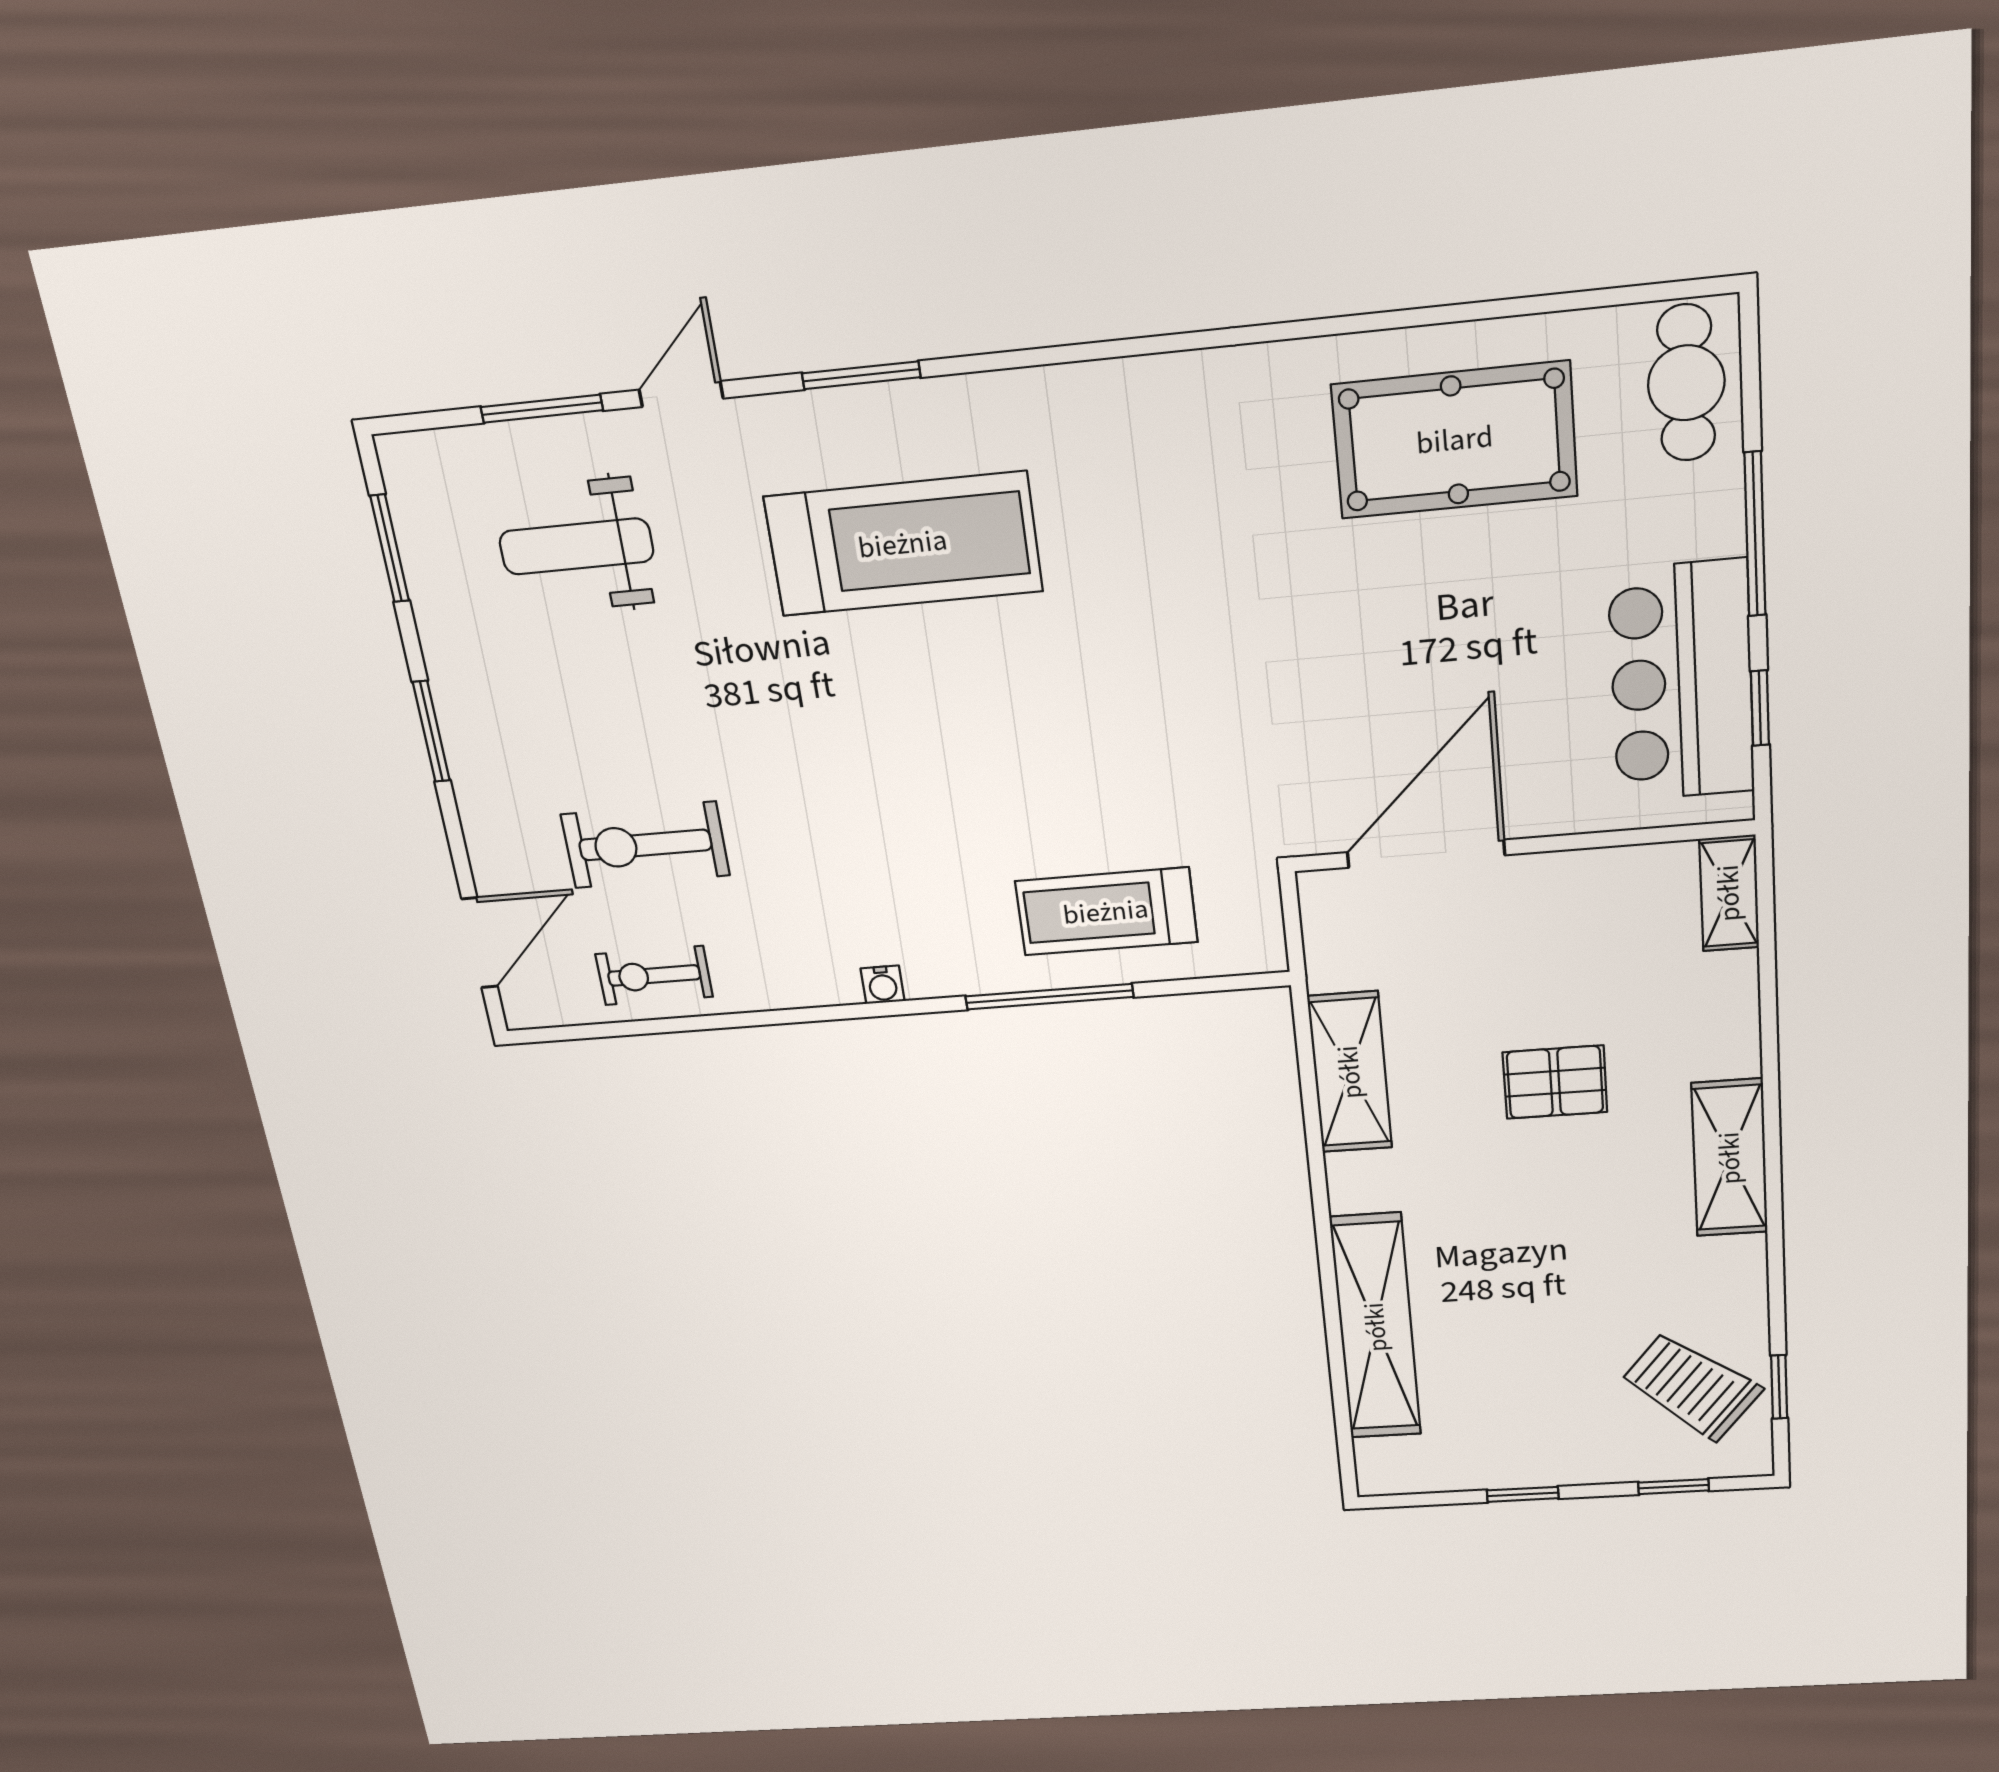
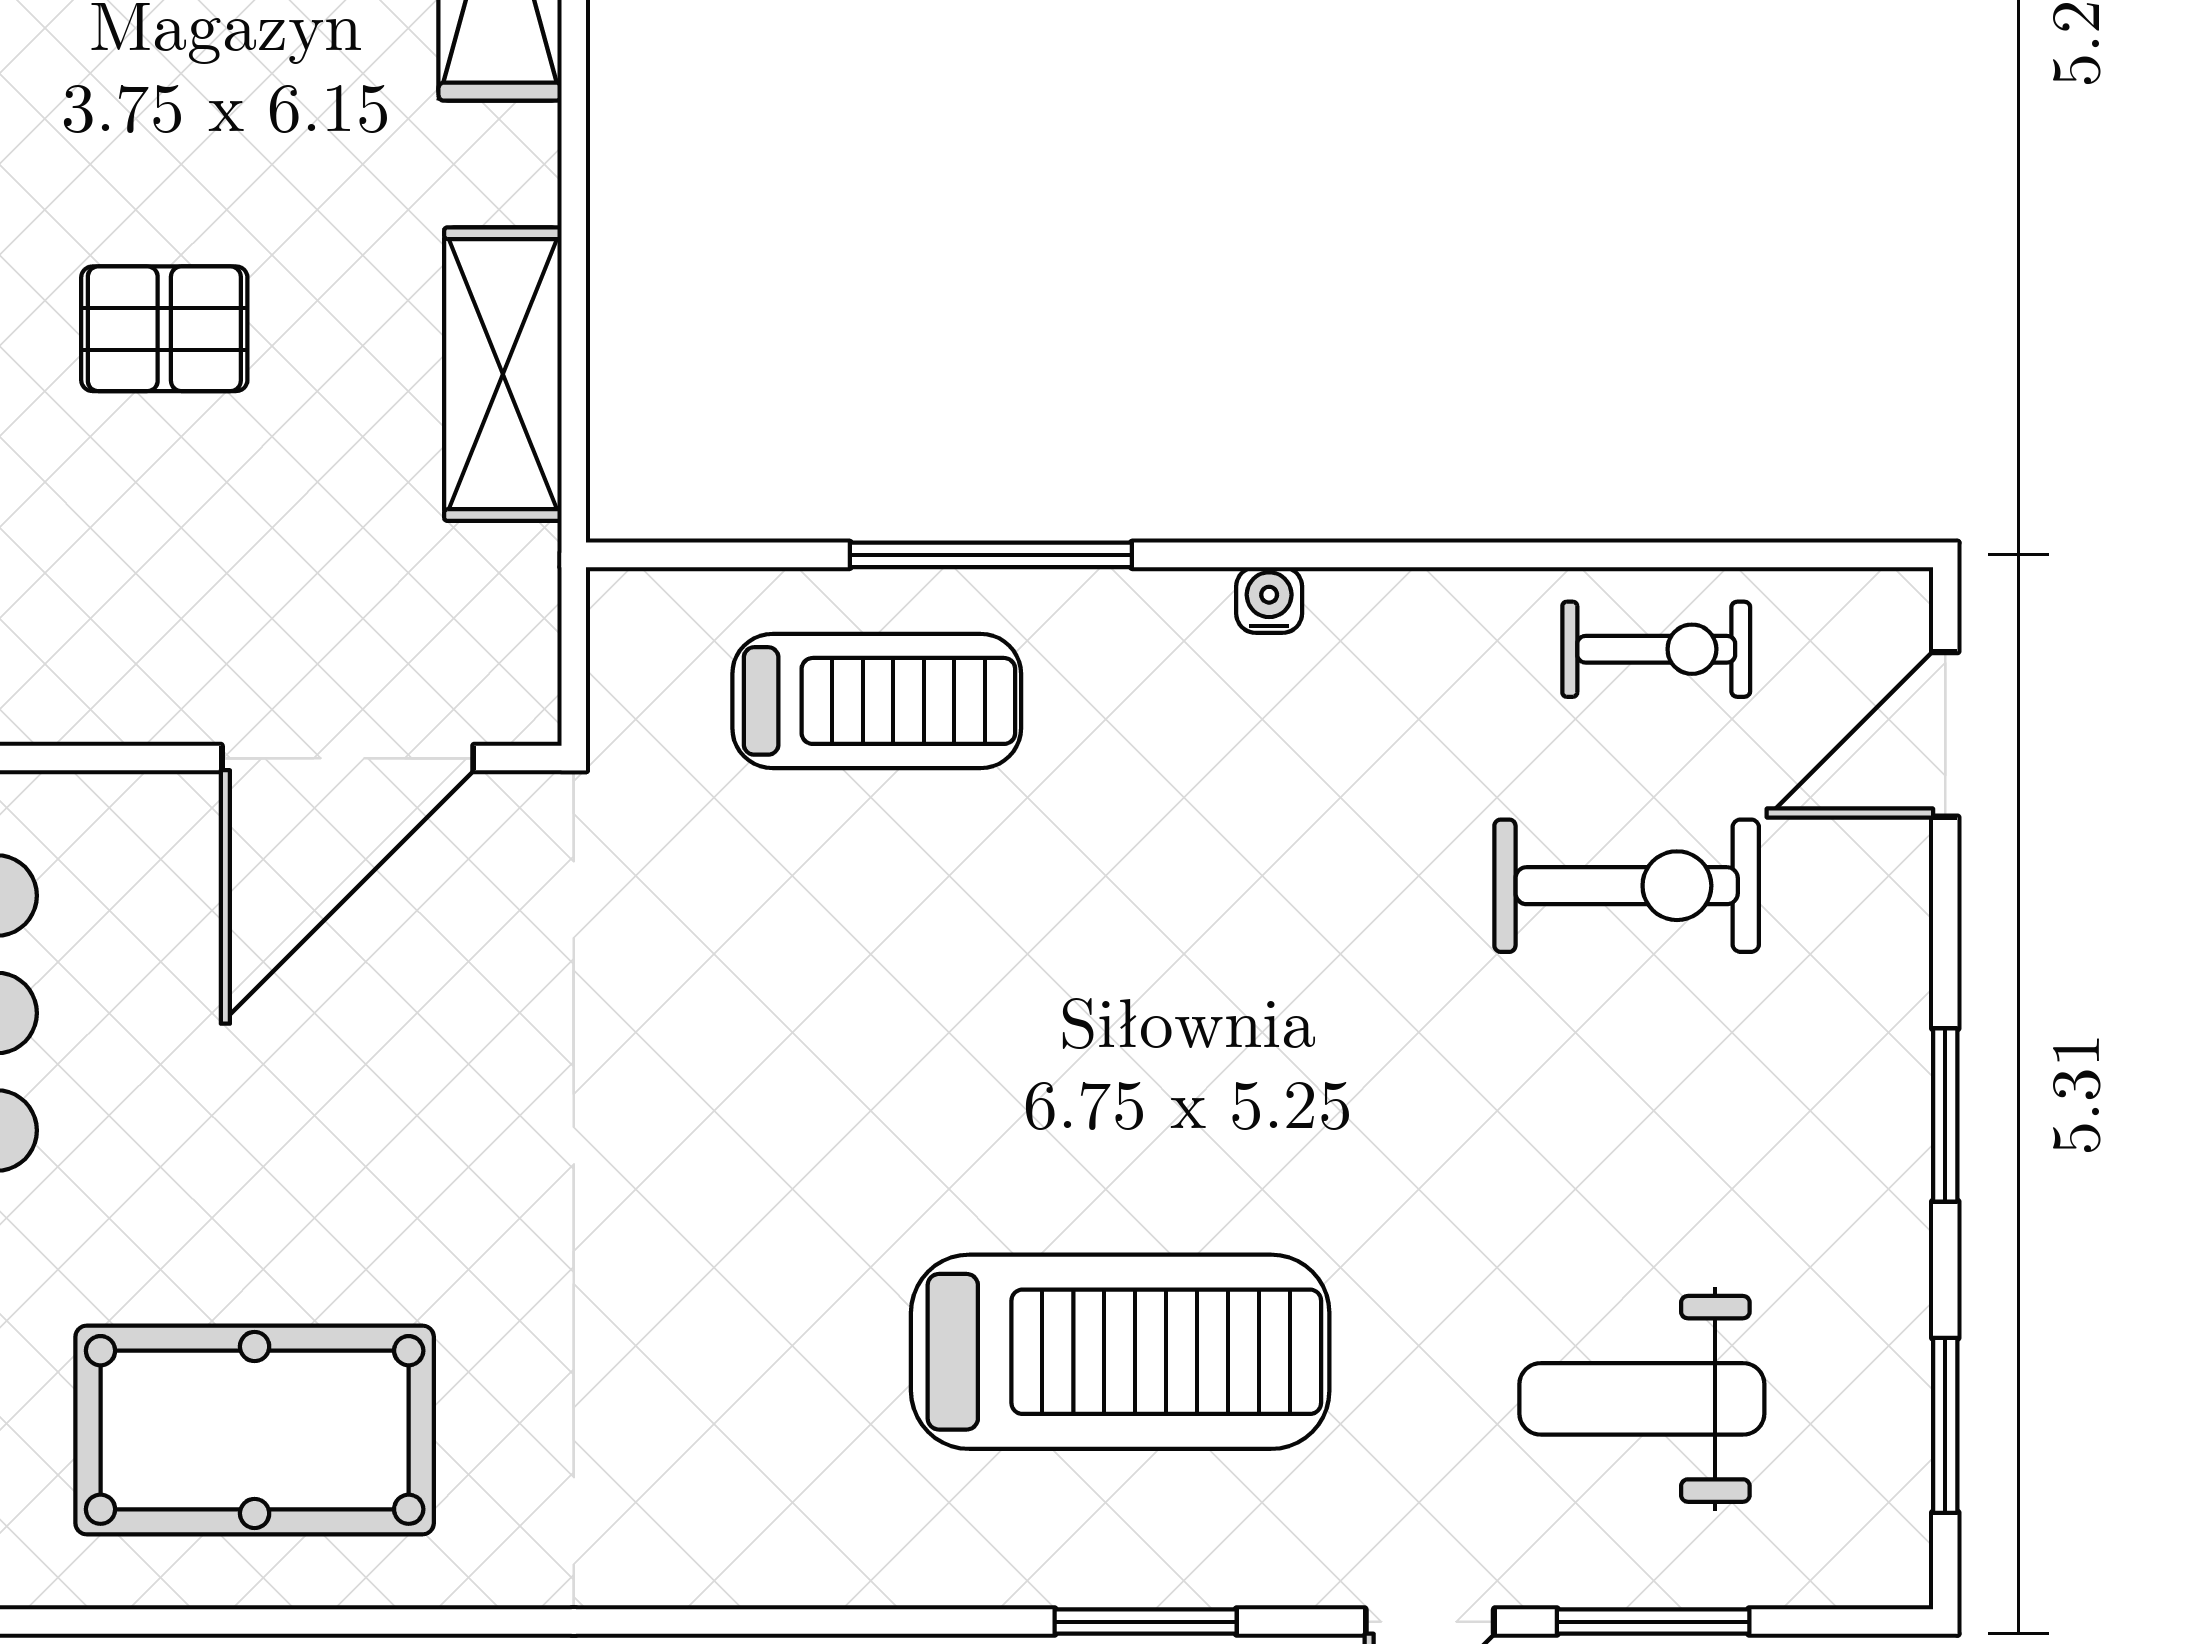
treadmill: (903, 544) -> (1120, 1352), turned 180
weight bench: (576, 546) -> (1642, 1399), turned 180

